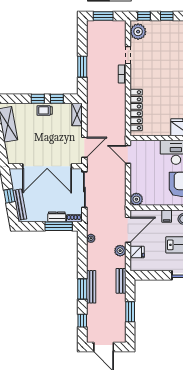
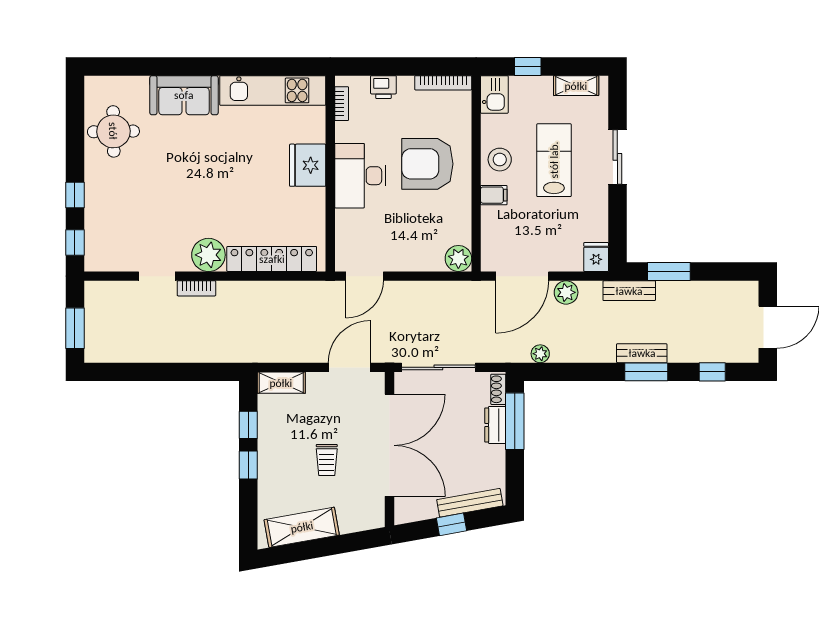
plant: (138, 32) -> (208, 255), moved
window: (82, 67) -> (181, 372), removed
trolley: (45, 110) -> (327, 460), moved
door: (84, 147) -> (350, 367), hinge flipped
door: (128, 230) -> (522, 276), swing flipped
fridge: (137, 252) -> (596, 257), moved
bench: (91, 287) -> (642, 353), width x0.73
window: (130, 312) -> (669, 272), moved

